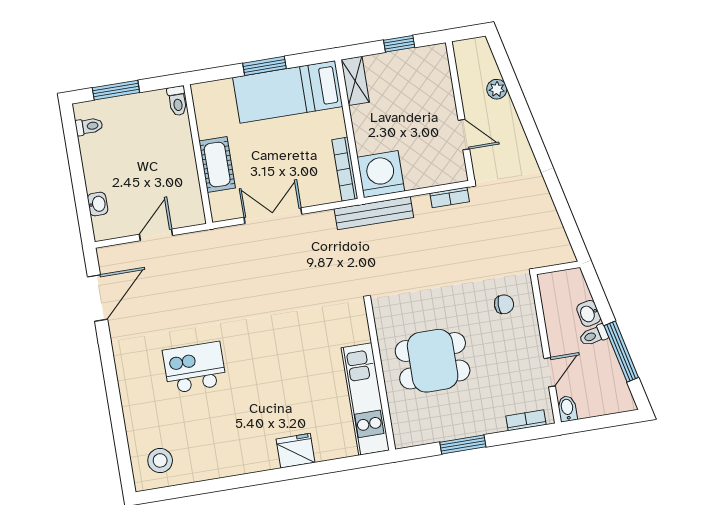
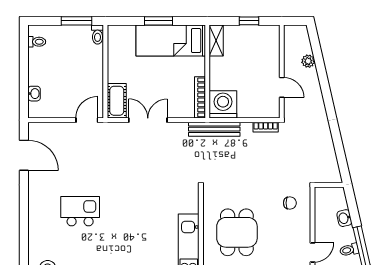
window: (116, 90) -> (76, 21), moved
cot: (217, 164) -> (117, 101), moved
door: (156, 235) -> (87, 120), moved
door: (97, 298) -> (24, 155), hinge flipped
toilet: (594, 335) -> (349, 250), moved
dining table: (433, 361) -> (237, 232), turned 90

